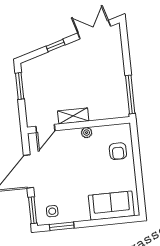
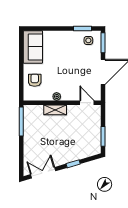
double door: (94, 30) -> (43, 173), swing flipped
shelving: (73, 116) -> (55, 110), moved
door: (45, 128) -> (87, 103), hinge flipped
sofa: (111, 206) -> (33, 47), moved, turned -90

